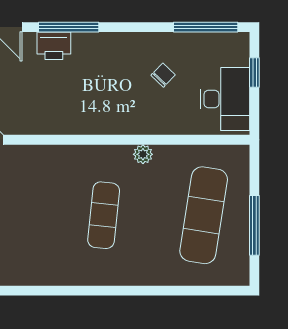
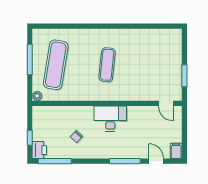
printer: (54, 46) -> (39, 150), moved, turned 90
desk: (225, 99) -> (110, 119), moved, turned 90
plant: (143, 154) -> (37, 96), moved

